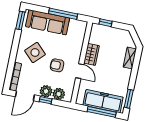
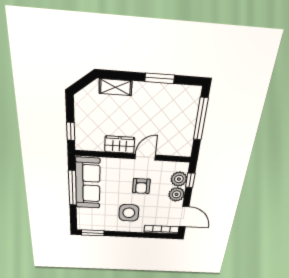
sofa: (48, 22) -> (88, 183), moved
side table: (35, 53) -> (129, 213), turned 45
window: (129, 99) -> (160, 78), moved
window: (46, 100) -> (190, 180), moved
freezer: (103, 101) -> (185, 119), removed

